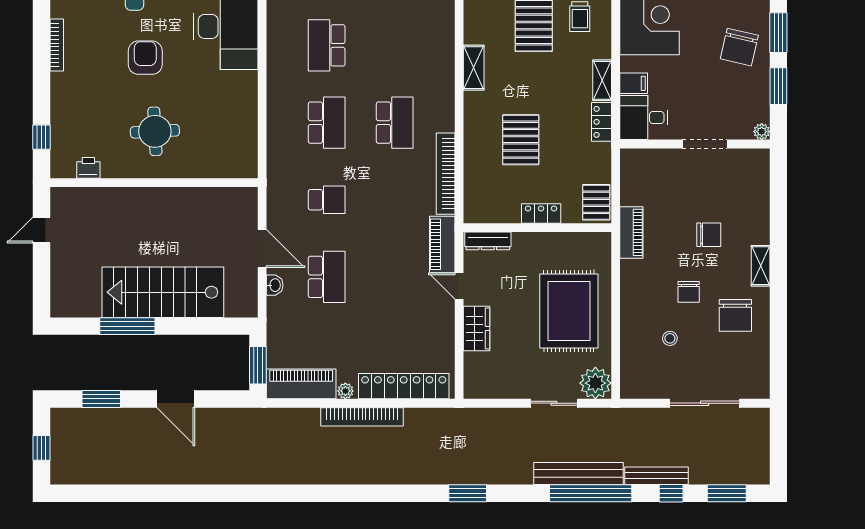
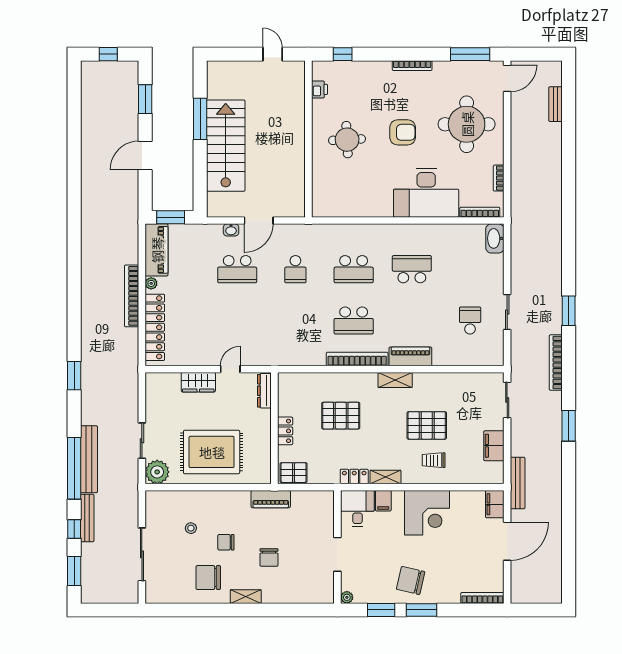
bookcase: (446, 174) -> (357, 359), moved
piano: (442, 244) -> (410, 356), moved

